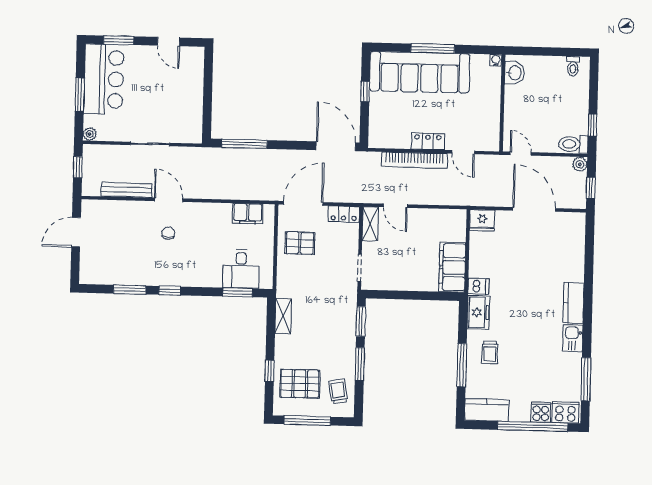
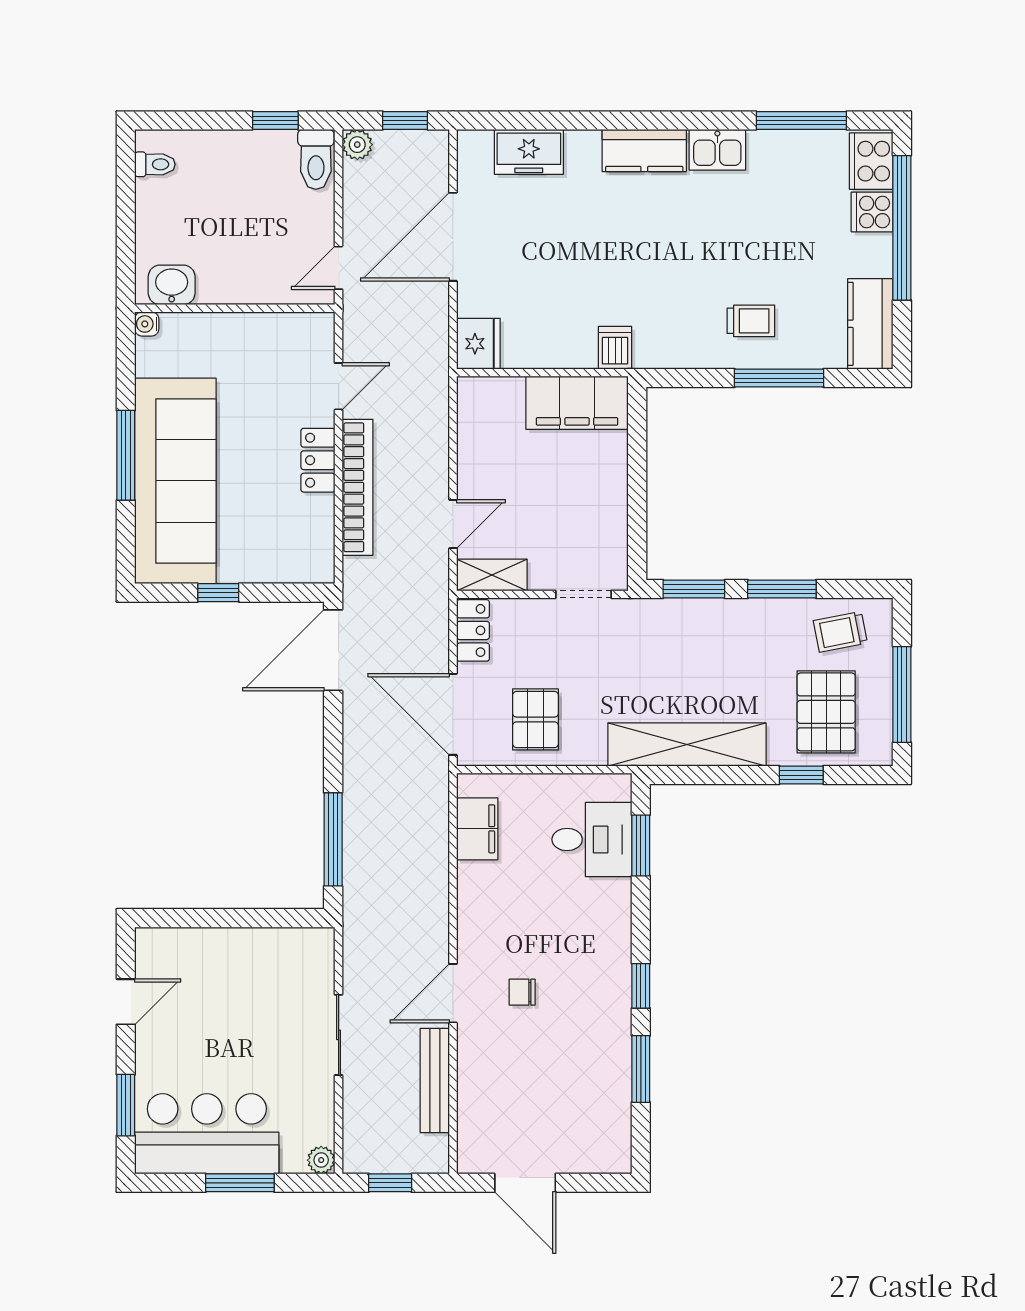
freezer: (478, 312) -> (529, 152), moved, turned 180
shelving: (283, 316) -> (687, 745), width x2.20, depth x1.33

